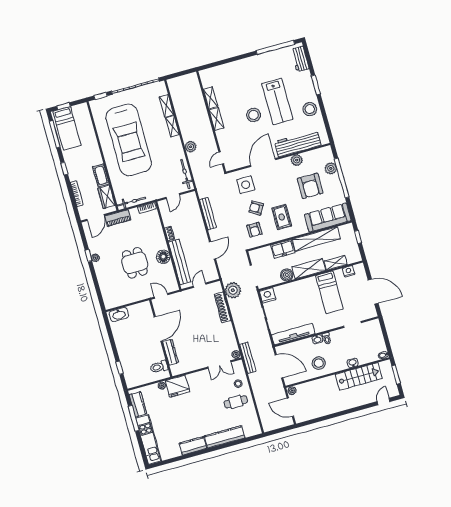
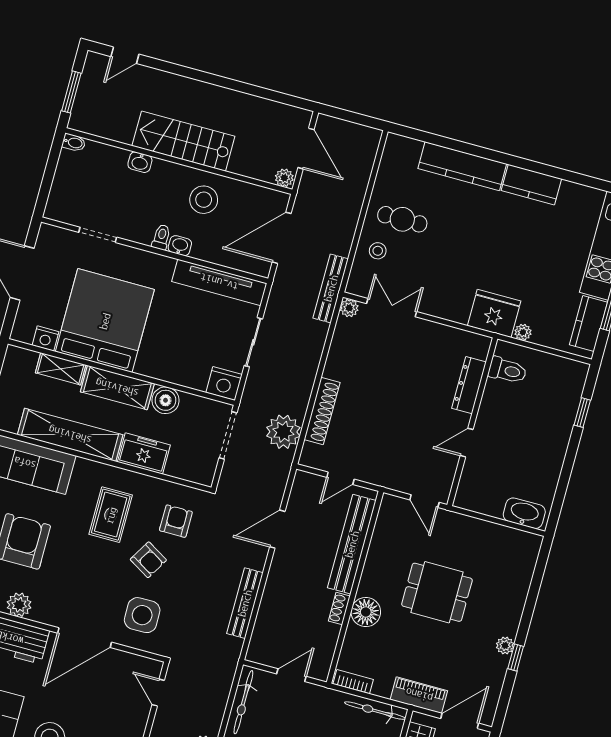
door: (221, 158) -> (158, 693), swing flipped
floor lamp: (163, 257) -> (366, 612), moved
dining table: (135, 263) -> (437, 592), turned 90
bed: (329, 292) -> (105, 321), width x2.04
door: (158, 329) -> (467, 443), width x0.53
door: (279, 366) -> (282, 238), hinge flipped
stairs: (359, 376) -> (183, 141), moved

